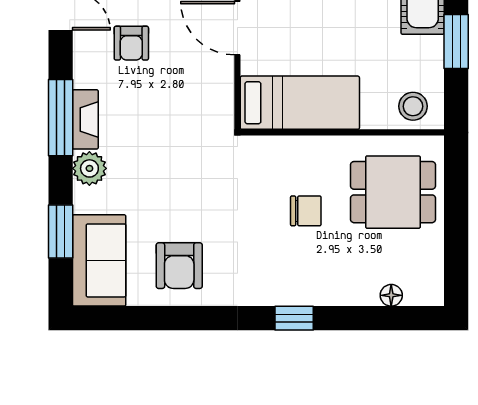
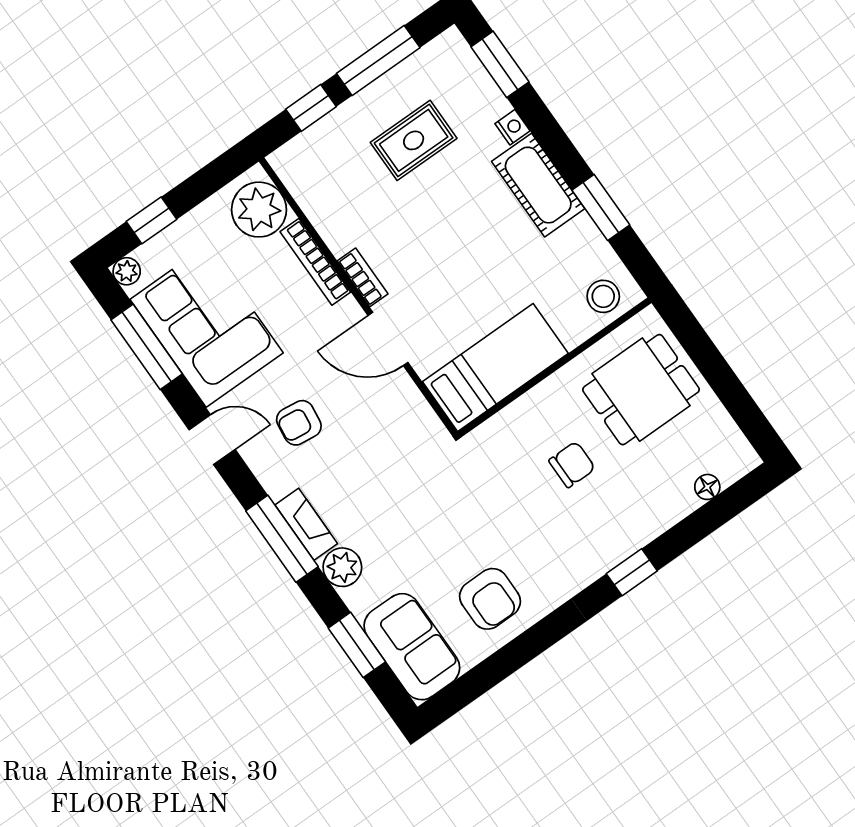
armchair: (131, 43) -> (299, 423), turned 97

